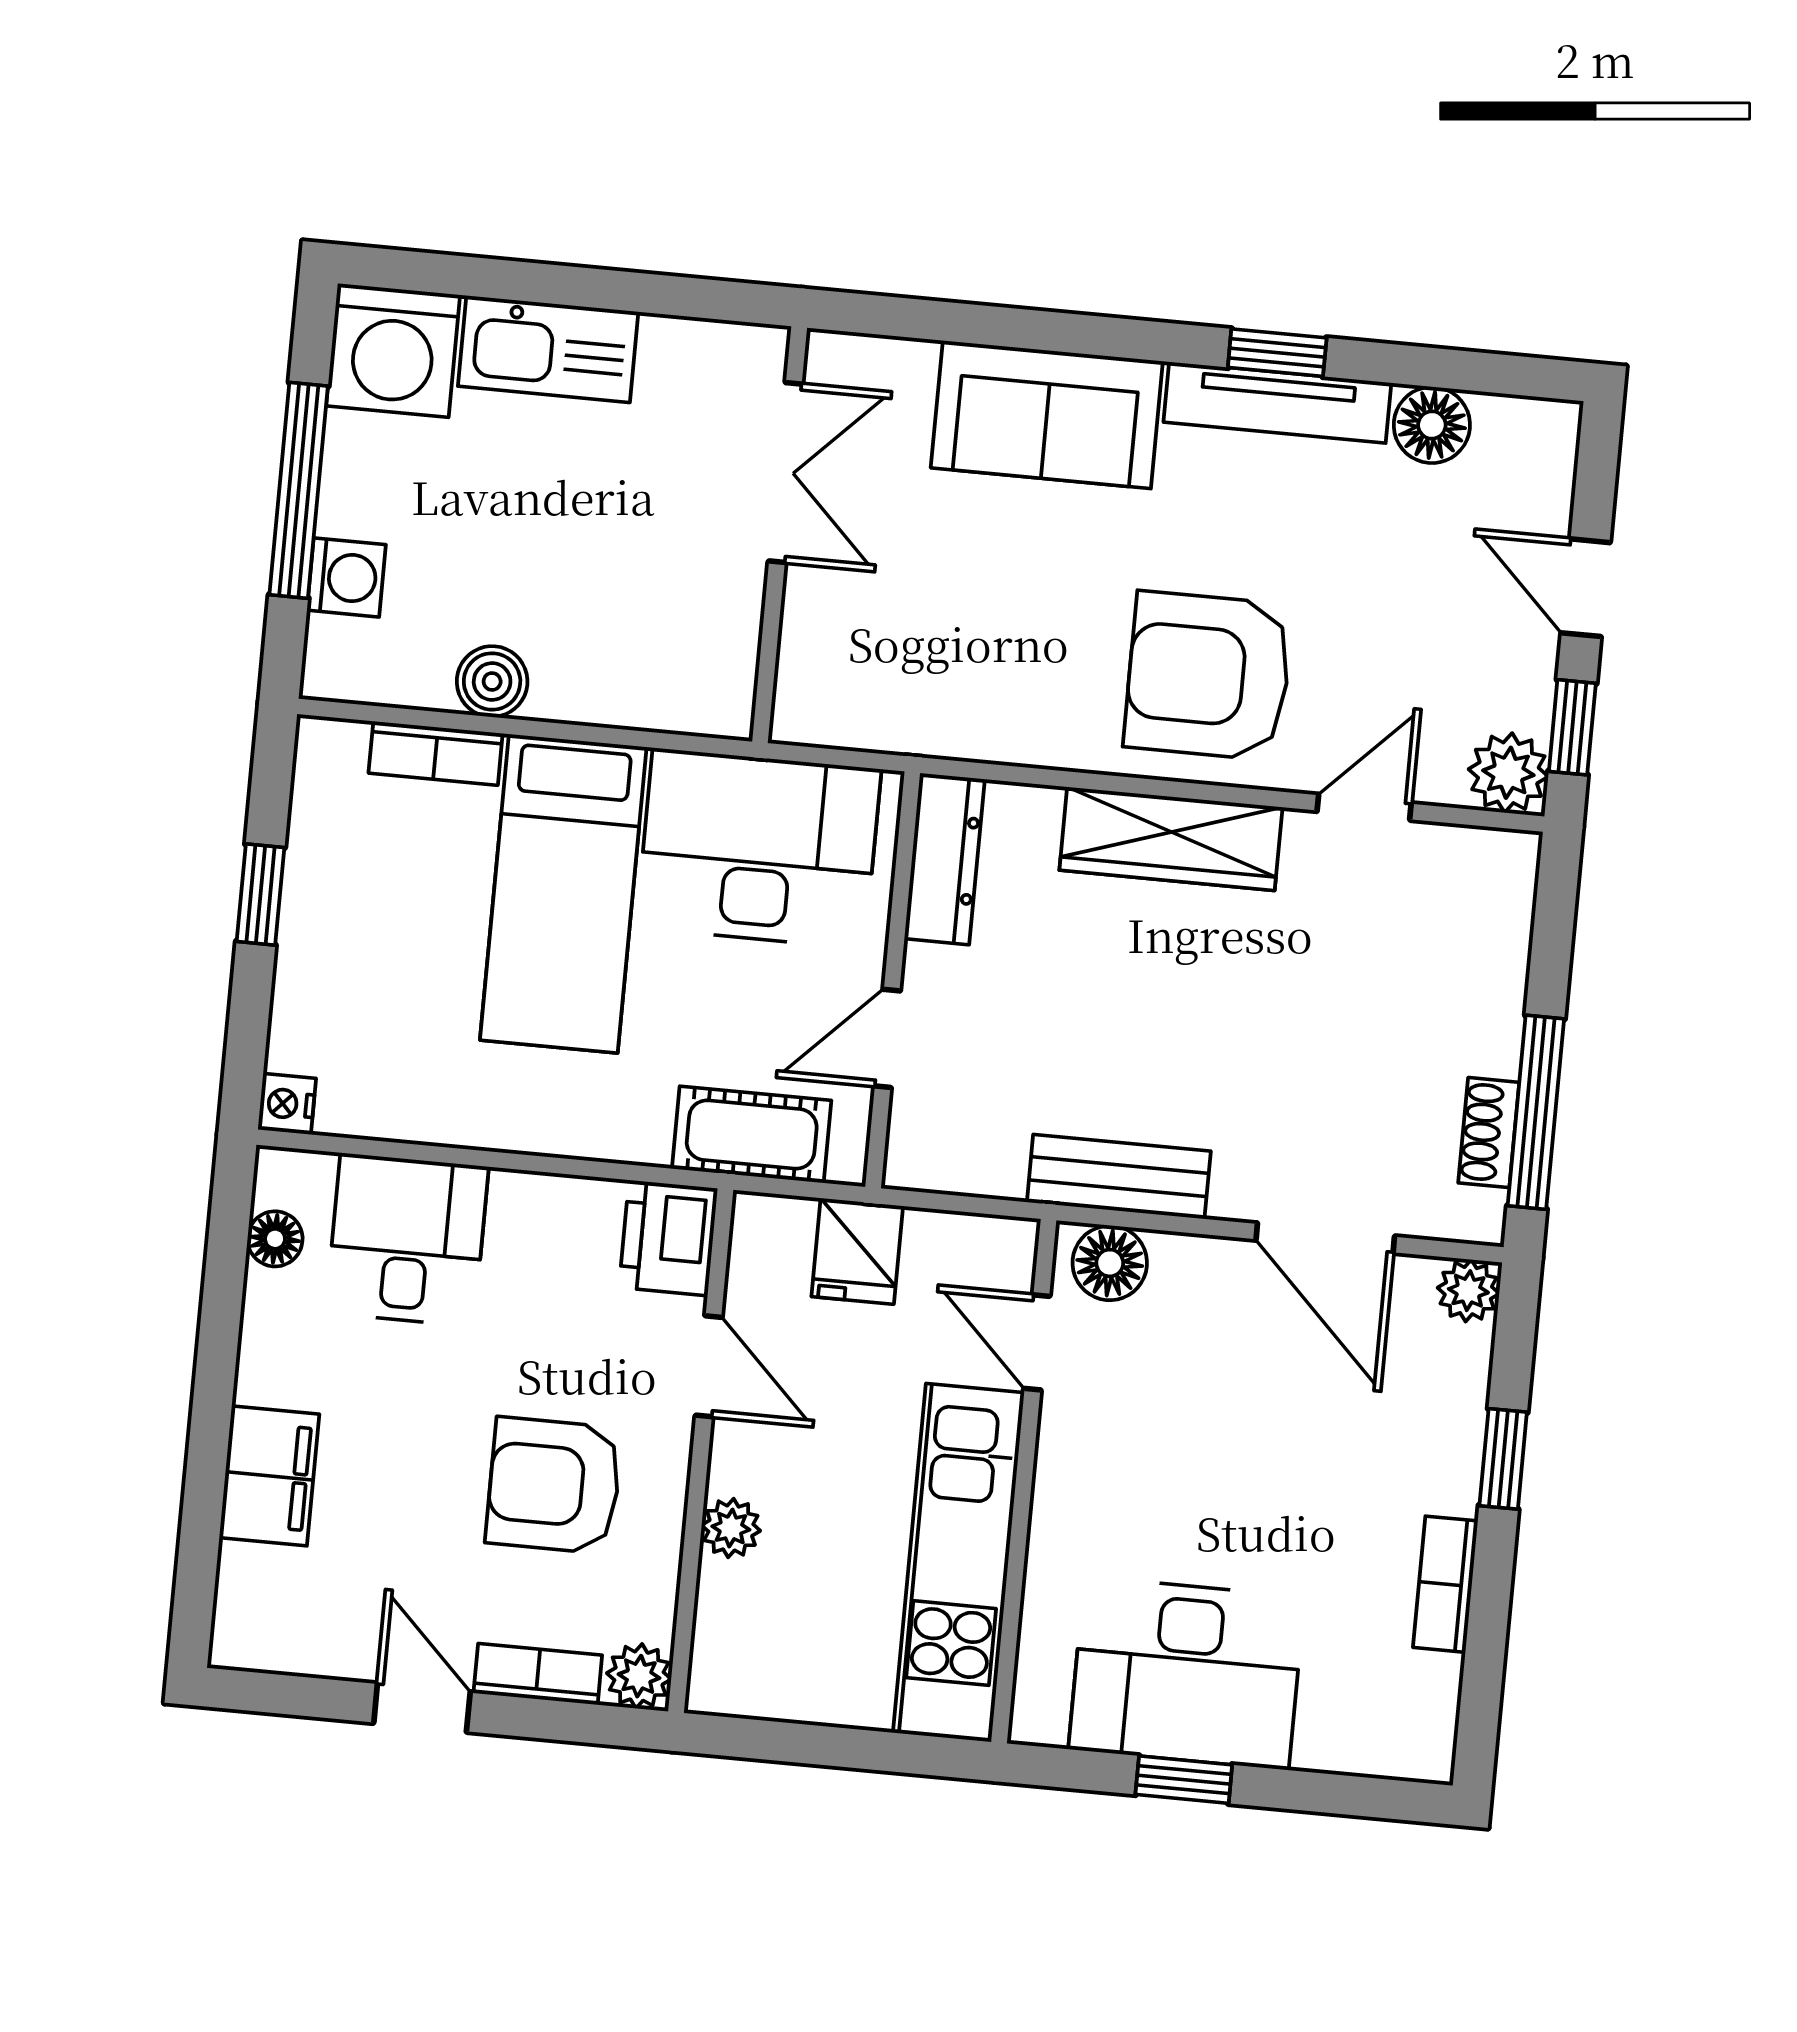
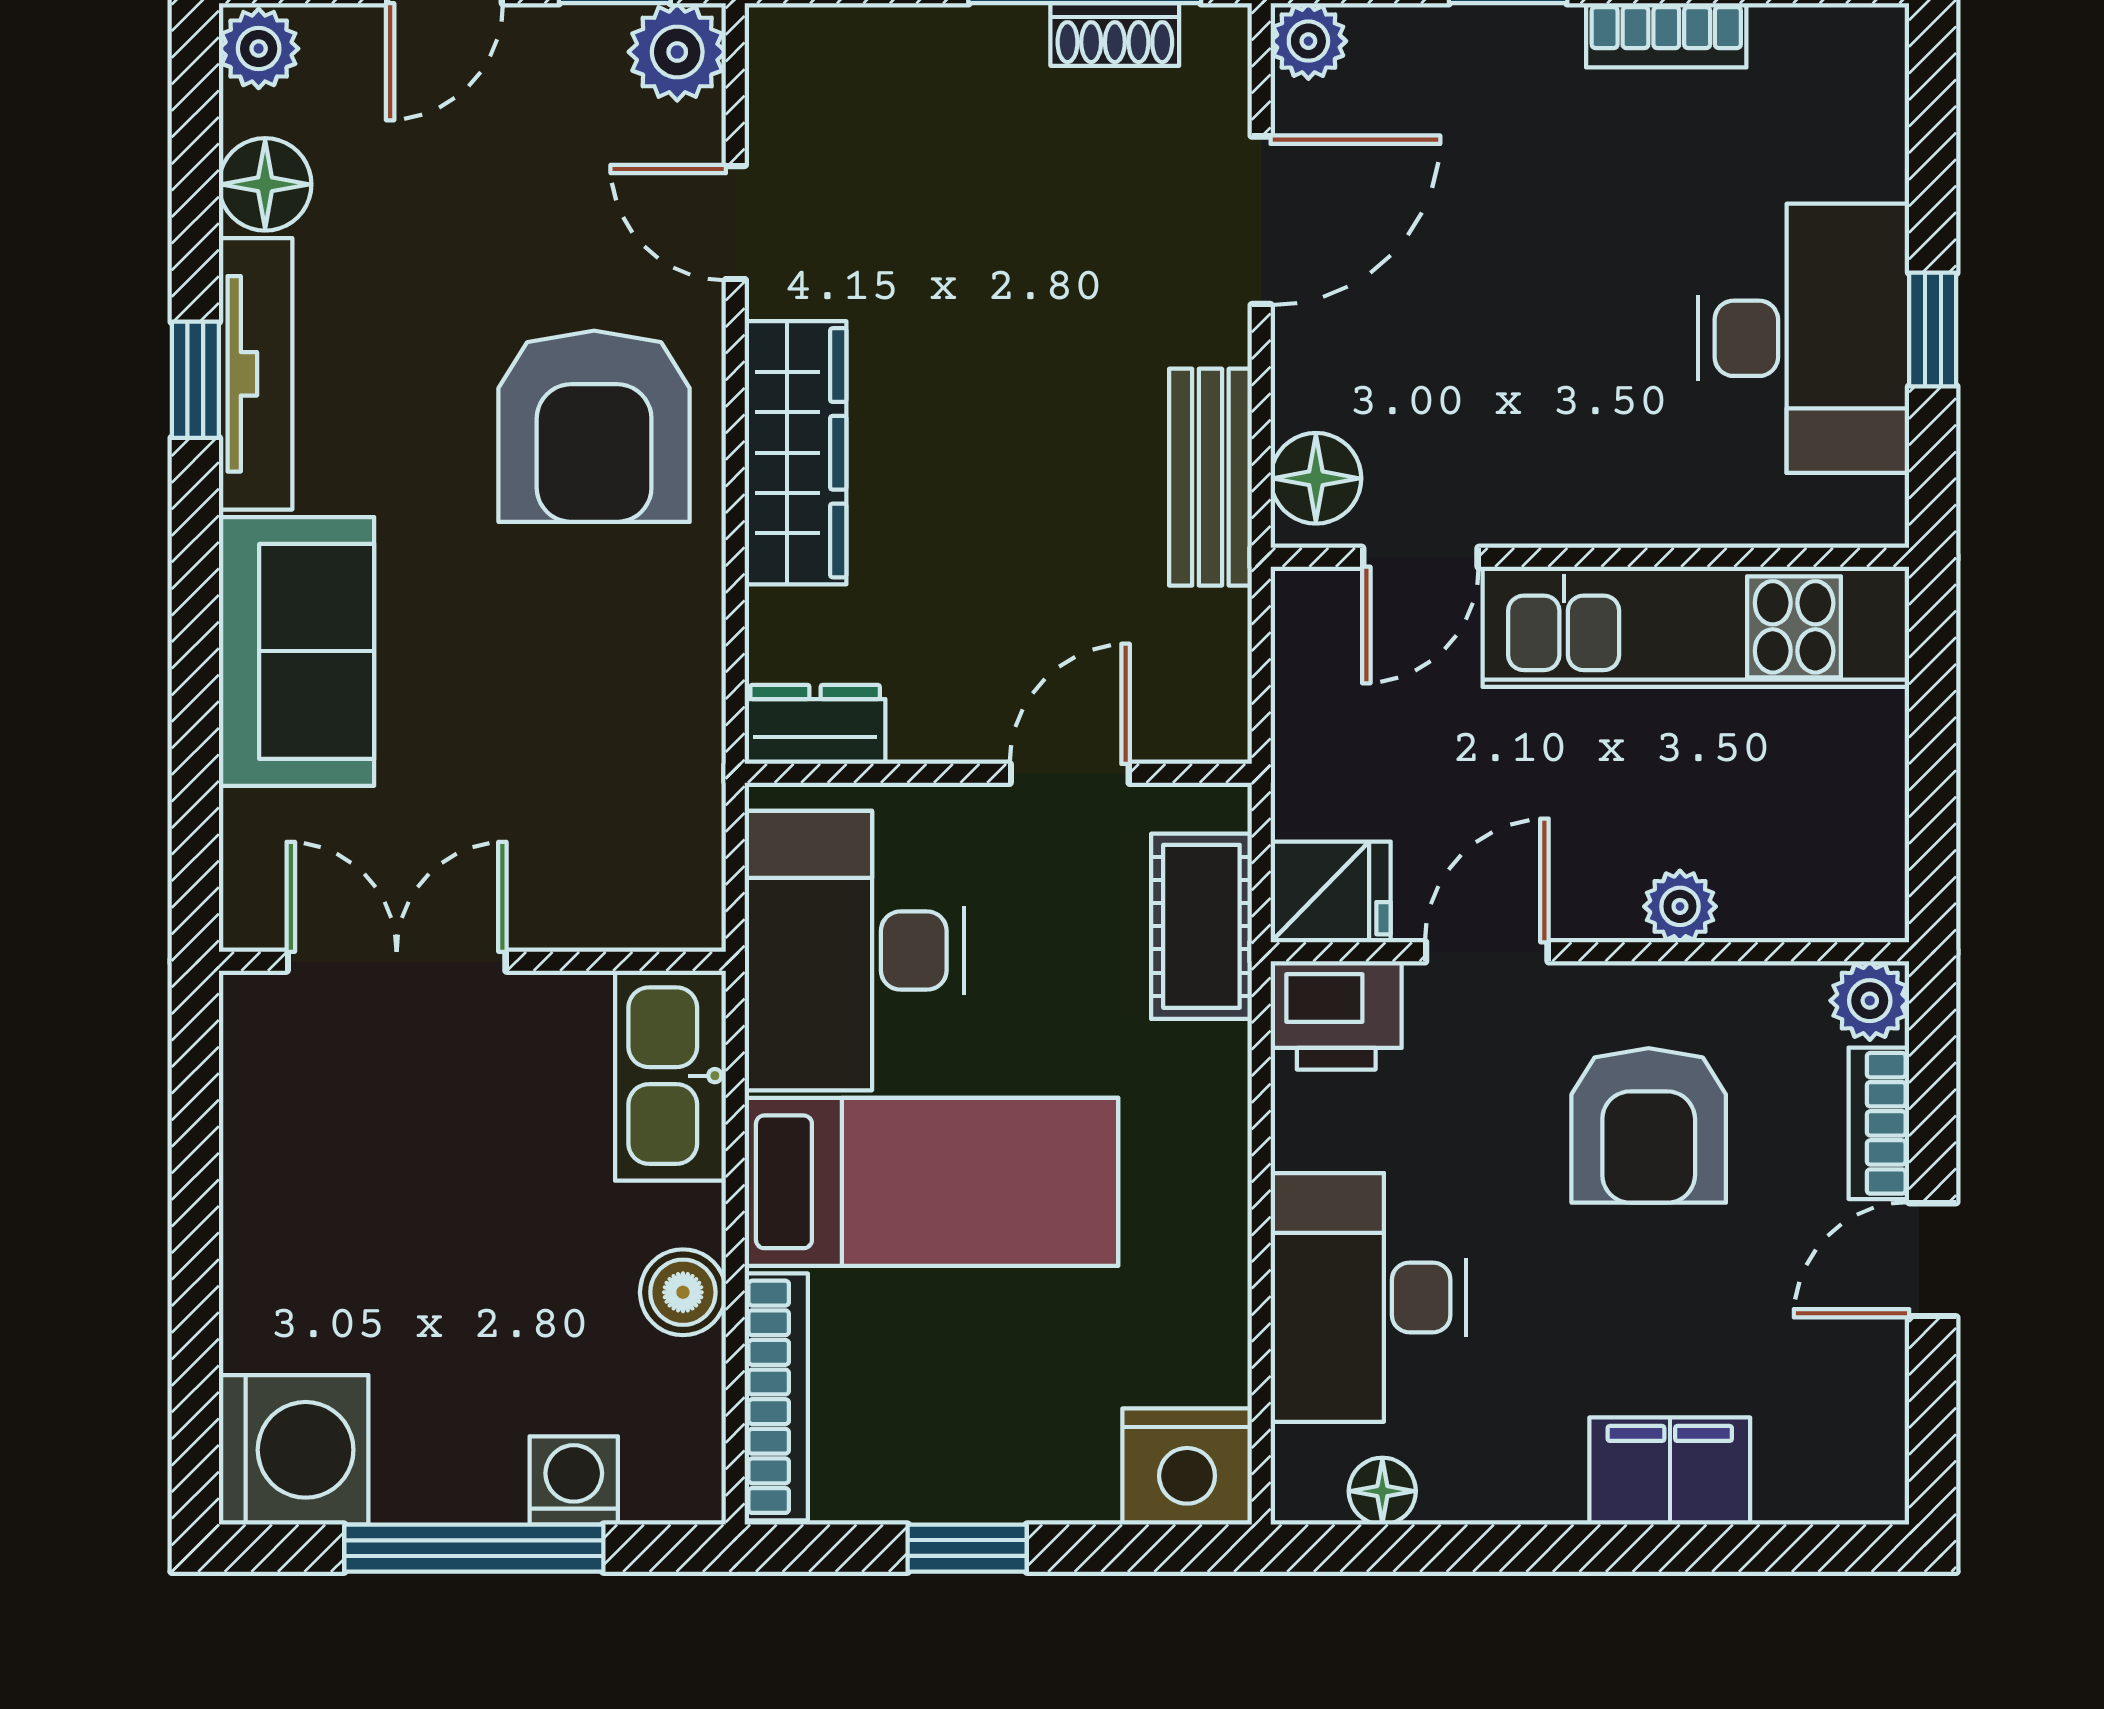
kitchen sink: (548, 349) -> (671, 1076), moved, turned 180
plant: (1544, 430) -> (259, 49), added
bookcase: (436, 753) -> (776, 1397), width x1.56
dresser: (945, 859) -> (815, 724), width x0.70
door: (887, 1038) -> (1070, 773), swing flipped
nightstand: (287, 1104) -> (1187, 1467), width x1.89, depth x1.79
desk: (407, 1240) -> (1368, 1297), width x1.37
fridge: (857, 1251) -> (1331, 892), moved

